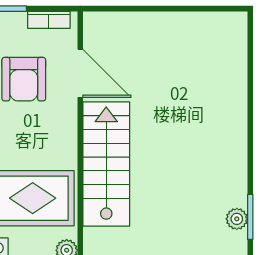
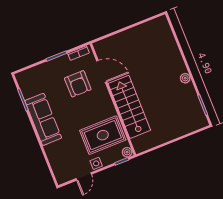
plant: (237, 219) -> (185, 78), moved

